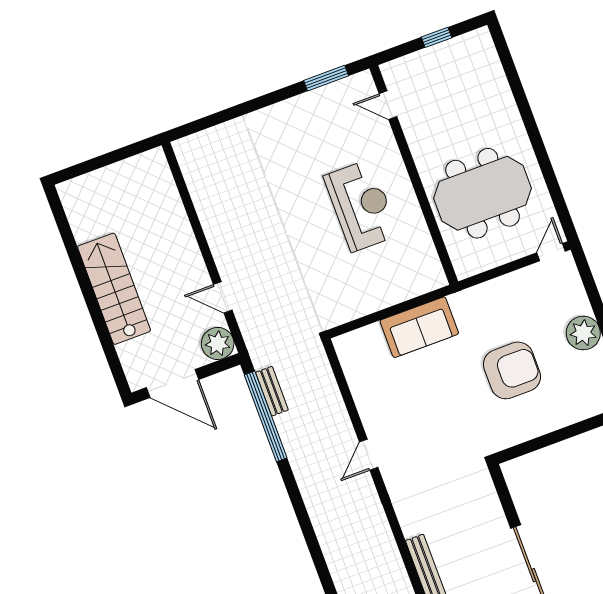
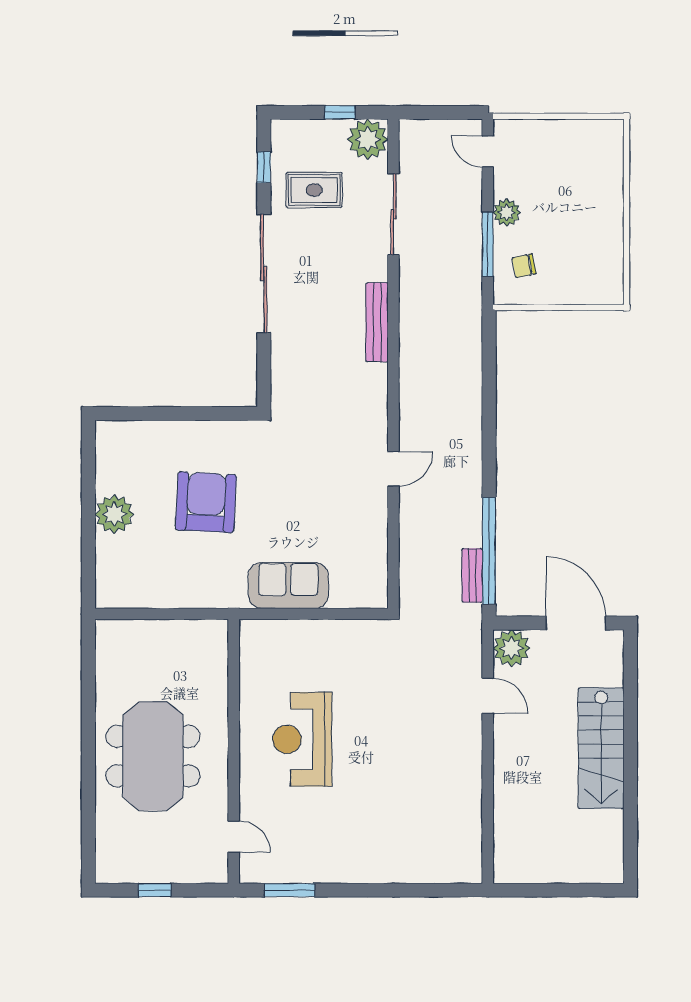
meeting table: (483, 193) -> (153, 756), moved, turned 90
door: (551, 252) -> (117, 614), removed
armchair: (512, 370) -> (206, 502), turned 93

